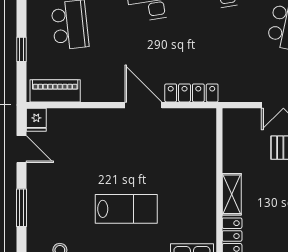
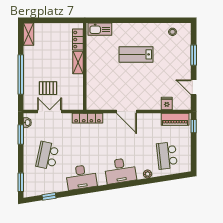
window: (22, 49) -> (194, 126), moved
locker: (191, 93) -> (88, 118), moved
fridge: (36, 120) -> (167, 103), moved

